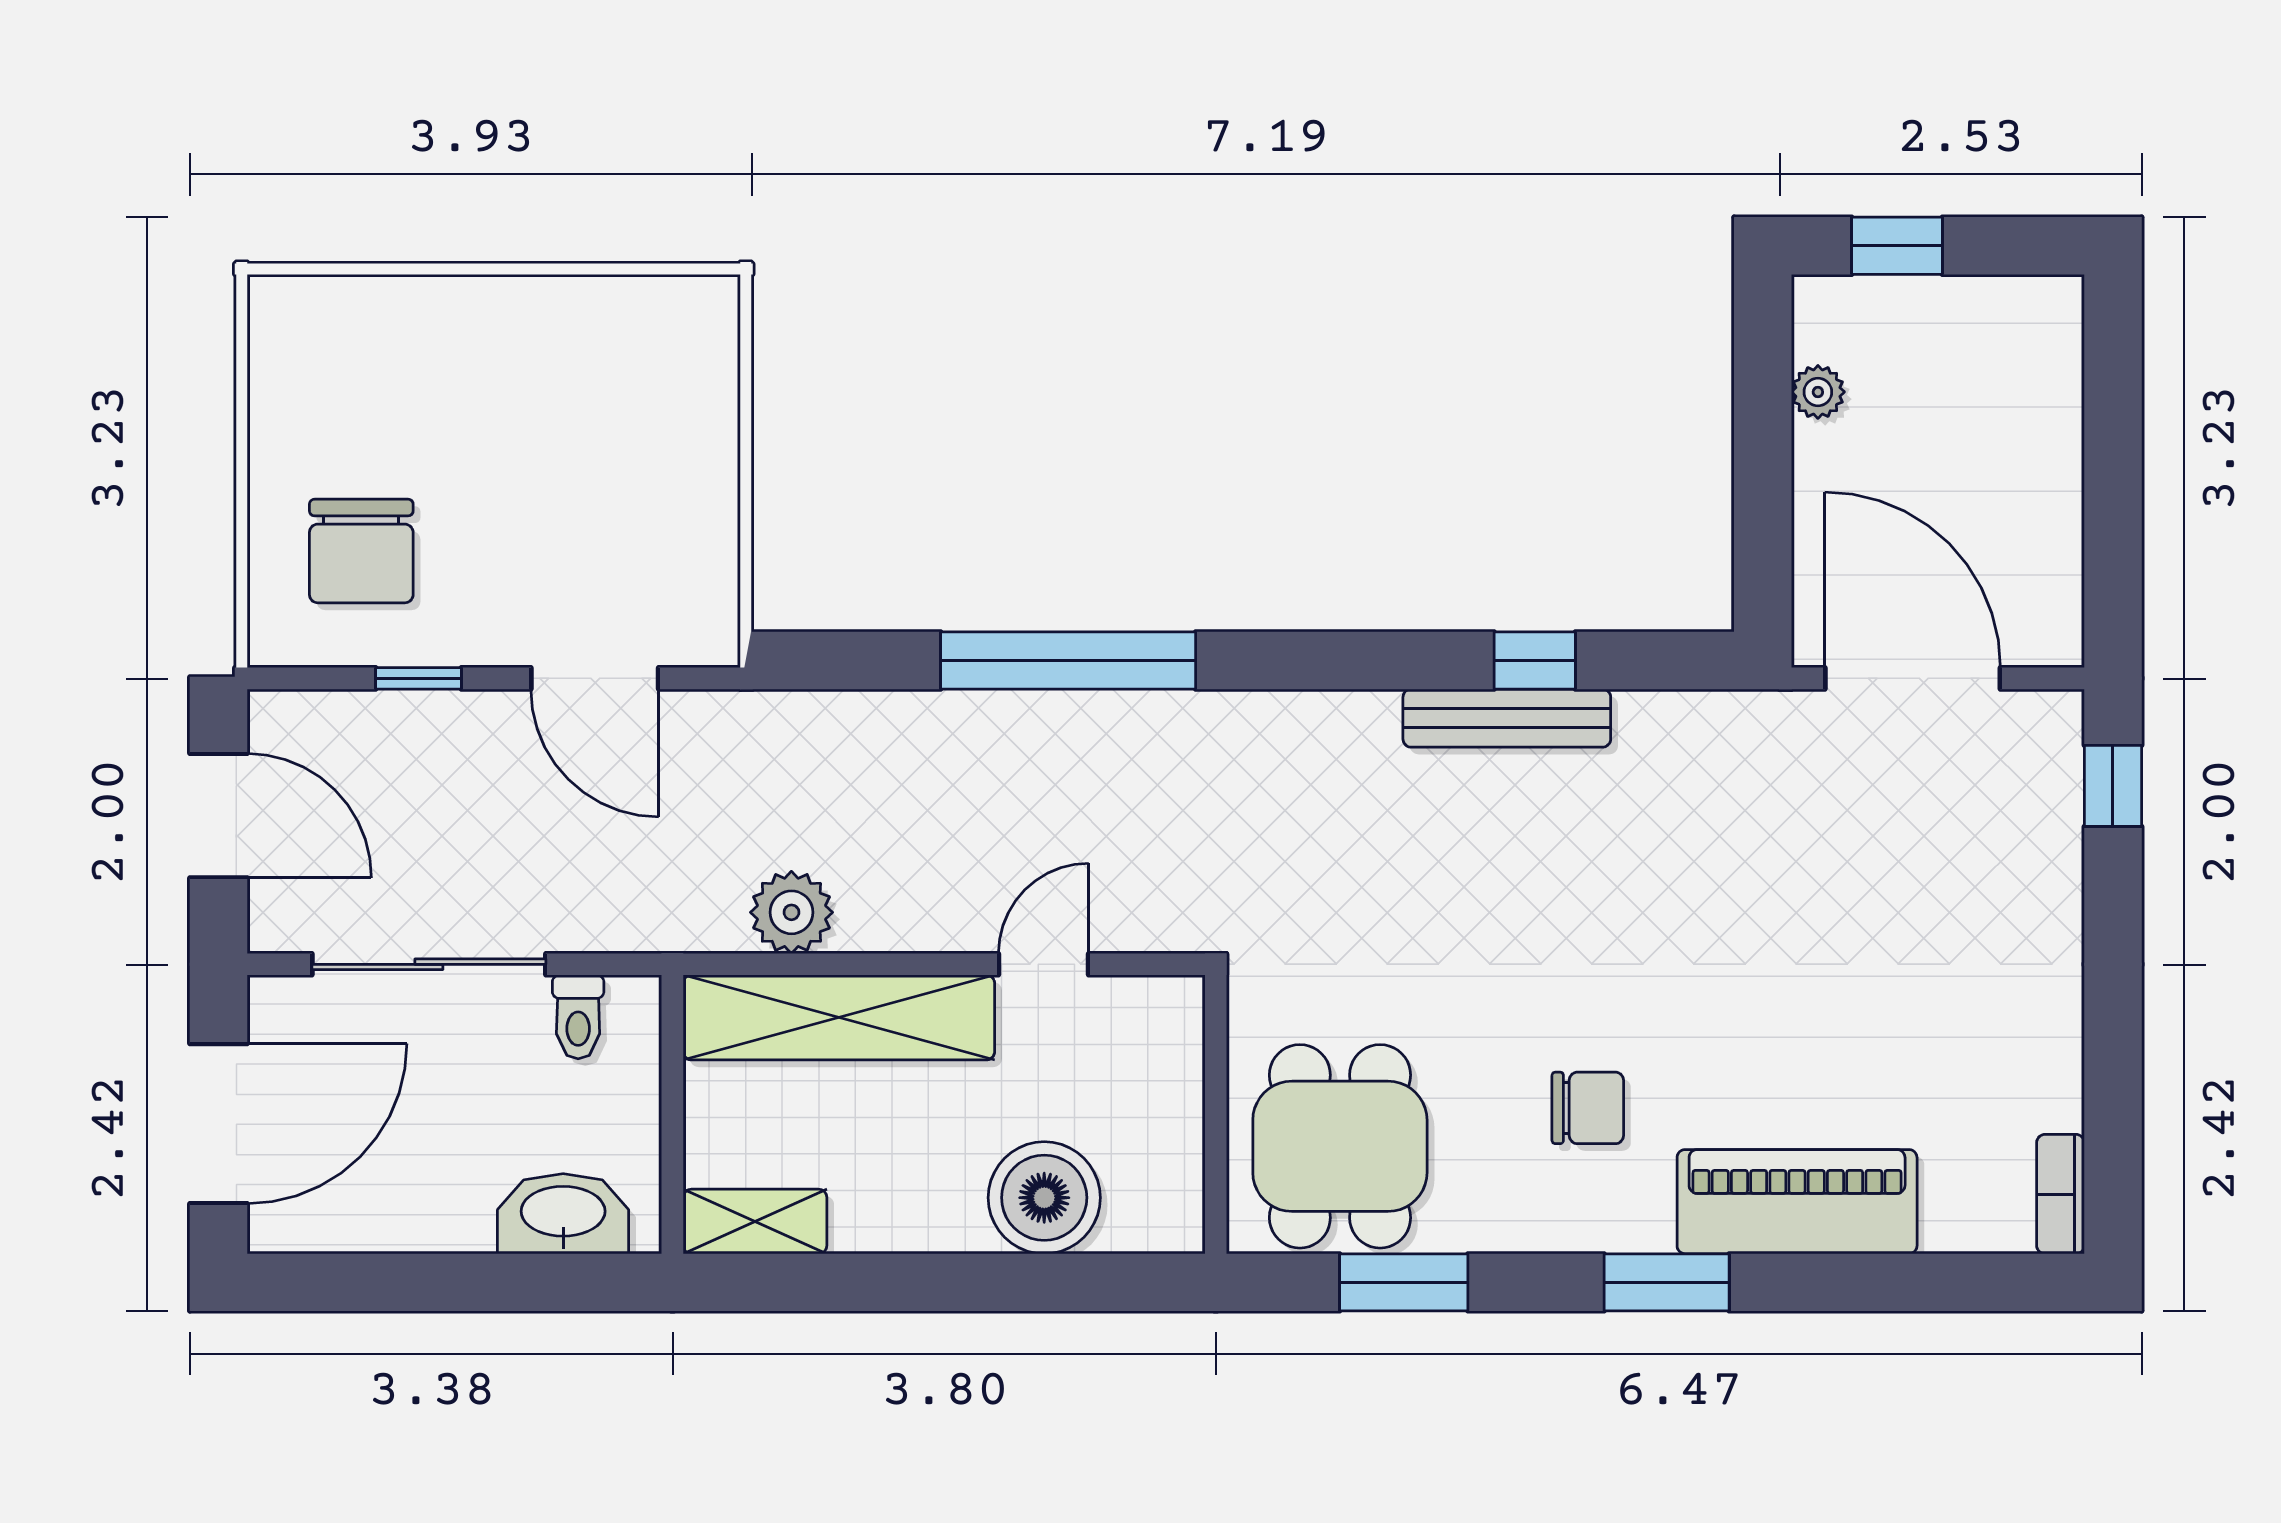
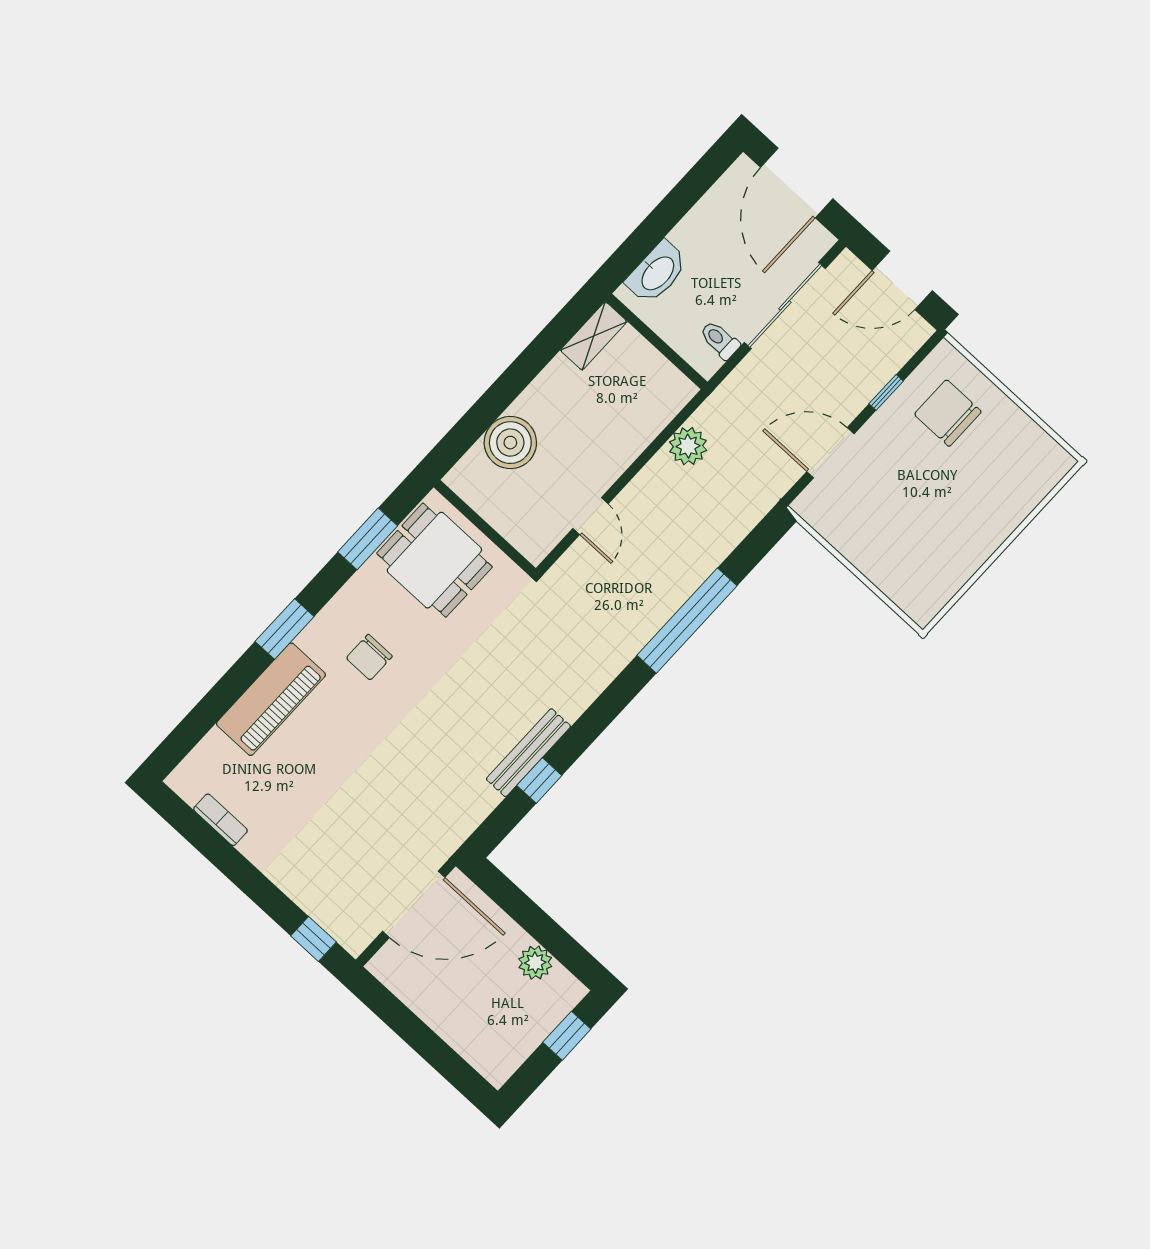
plant: (1818, 392) -> (535, 963), width x1.38, depth x1.38
shelving: (839, 1017) -> (637, 429), removed
bookcase: (2061, 1194) -> (220, 820), moved

